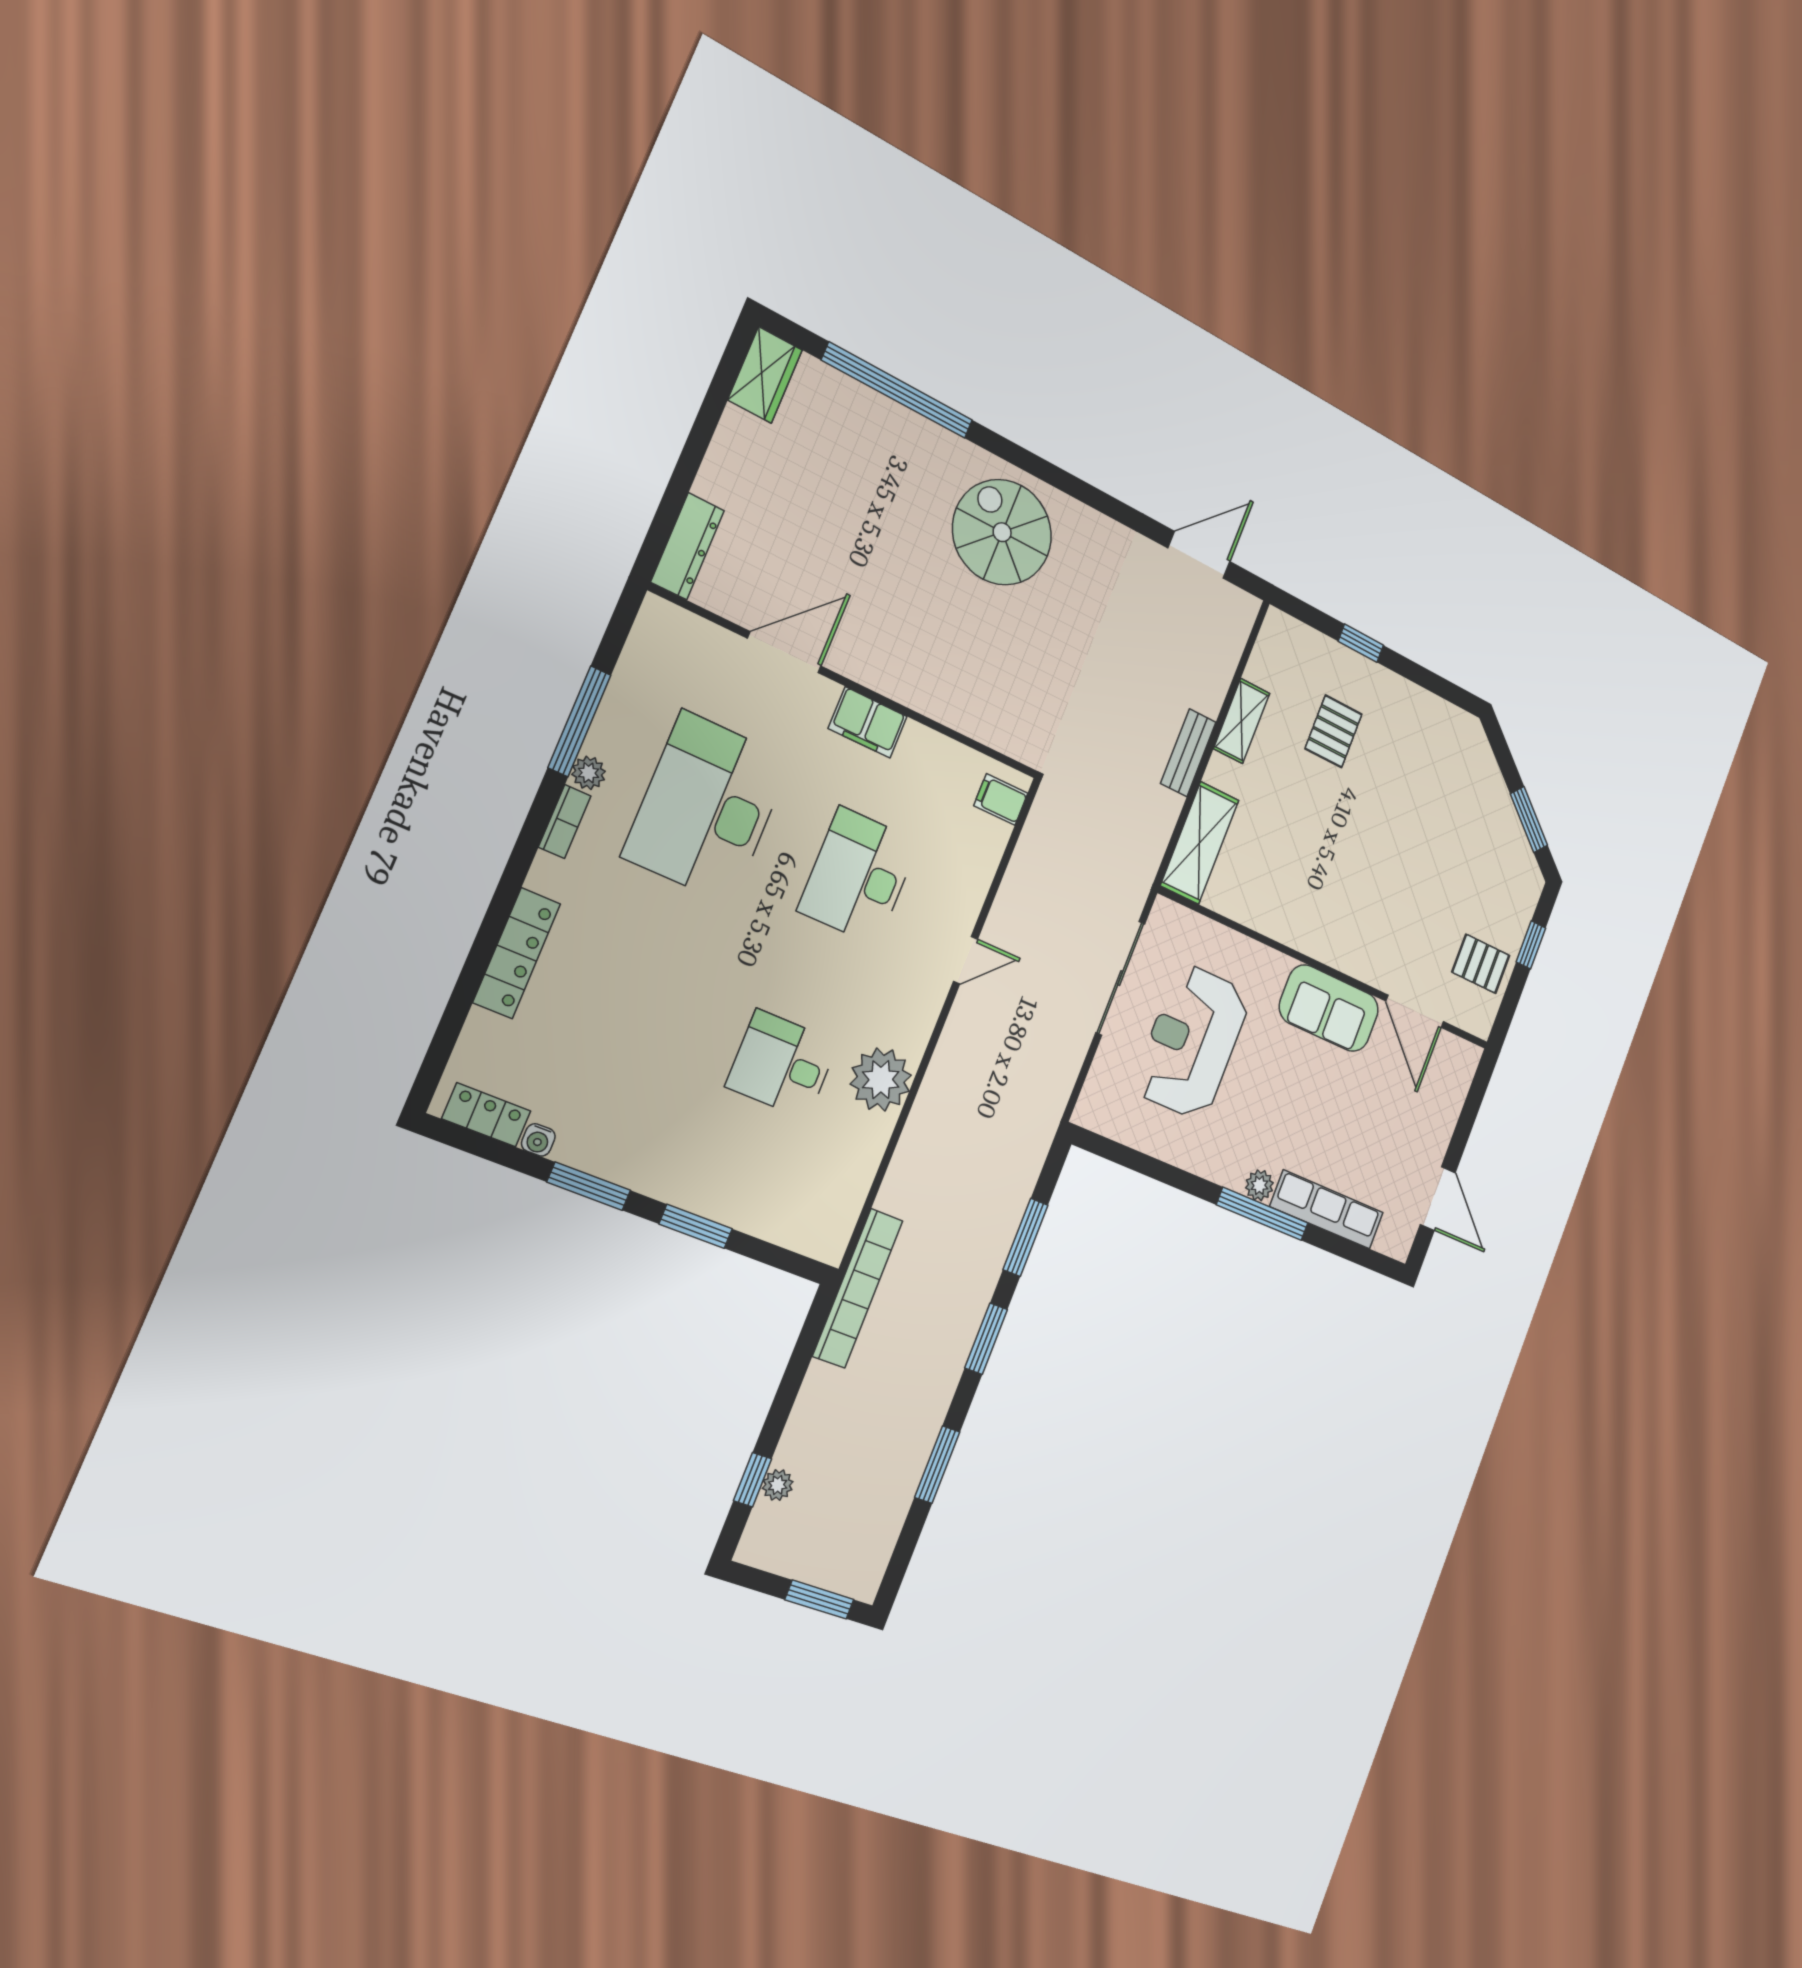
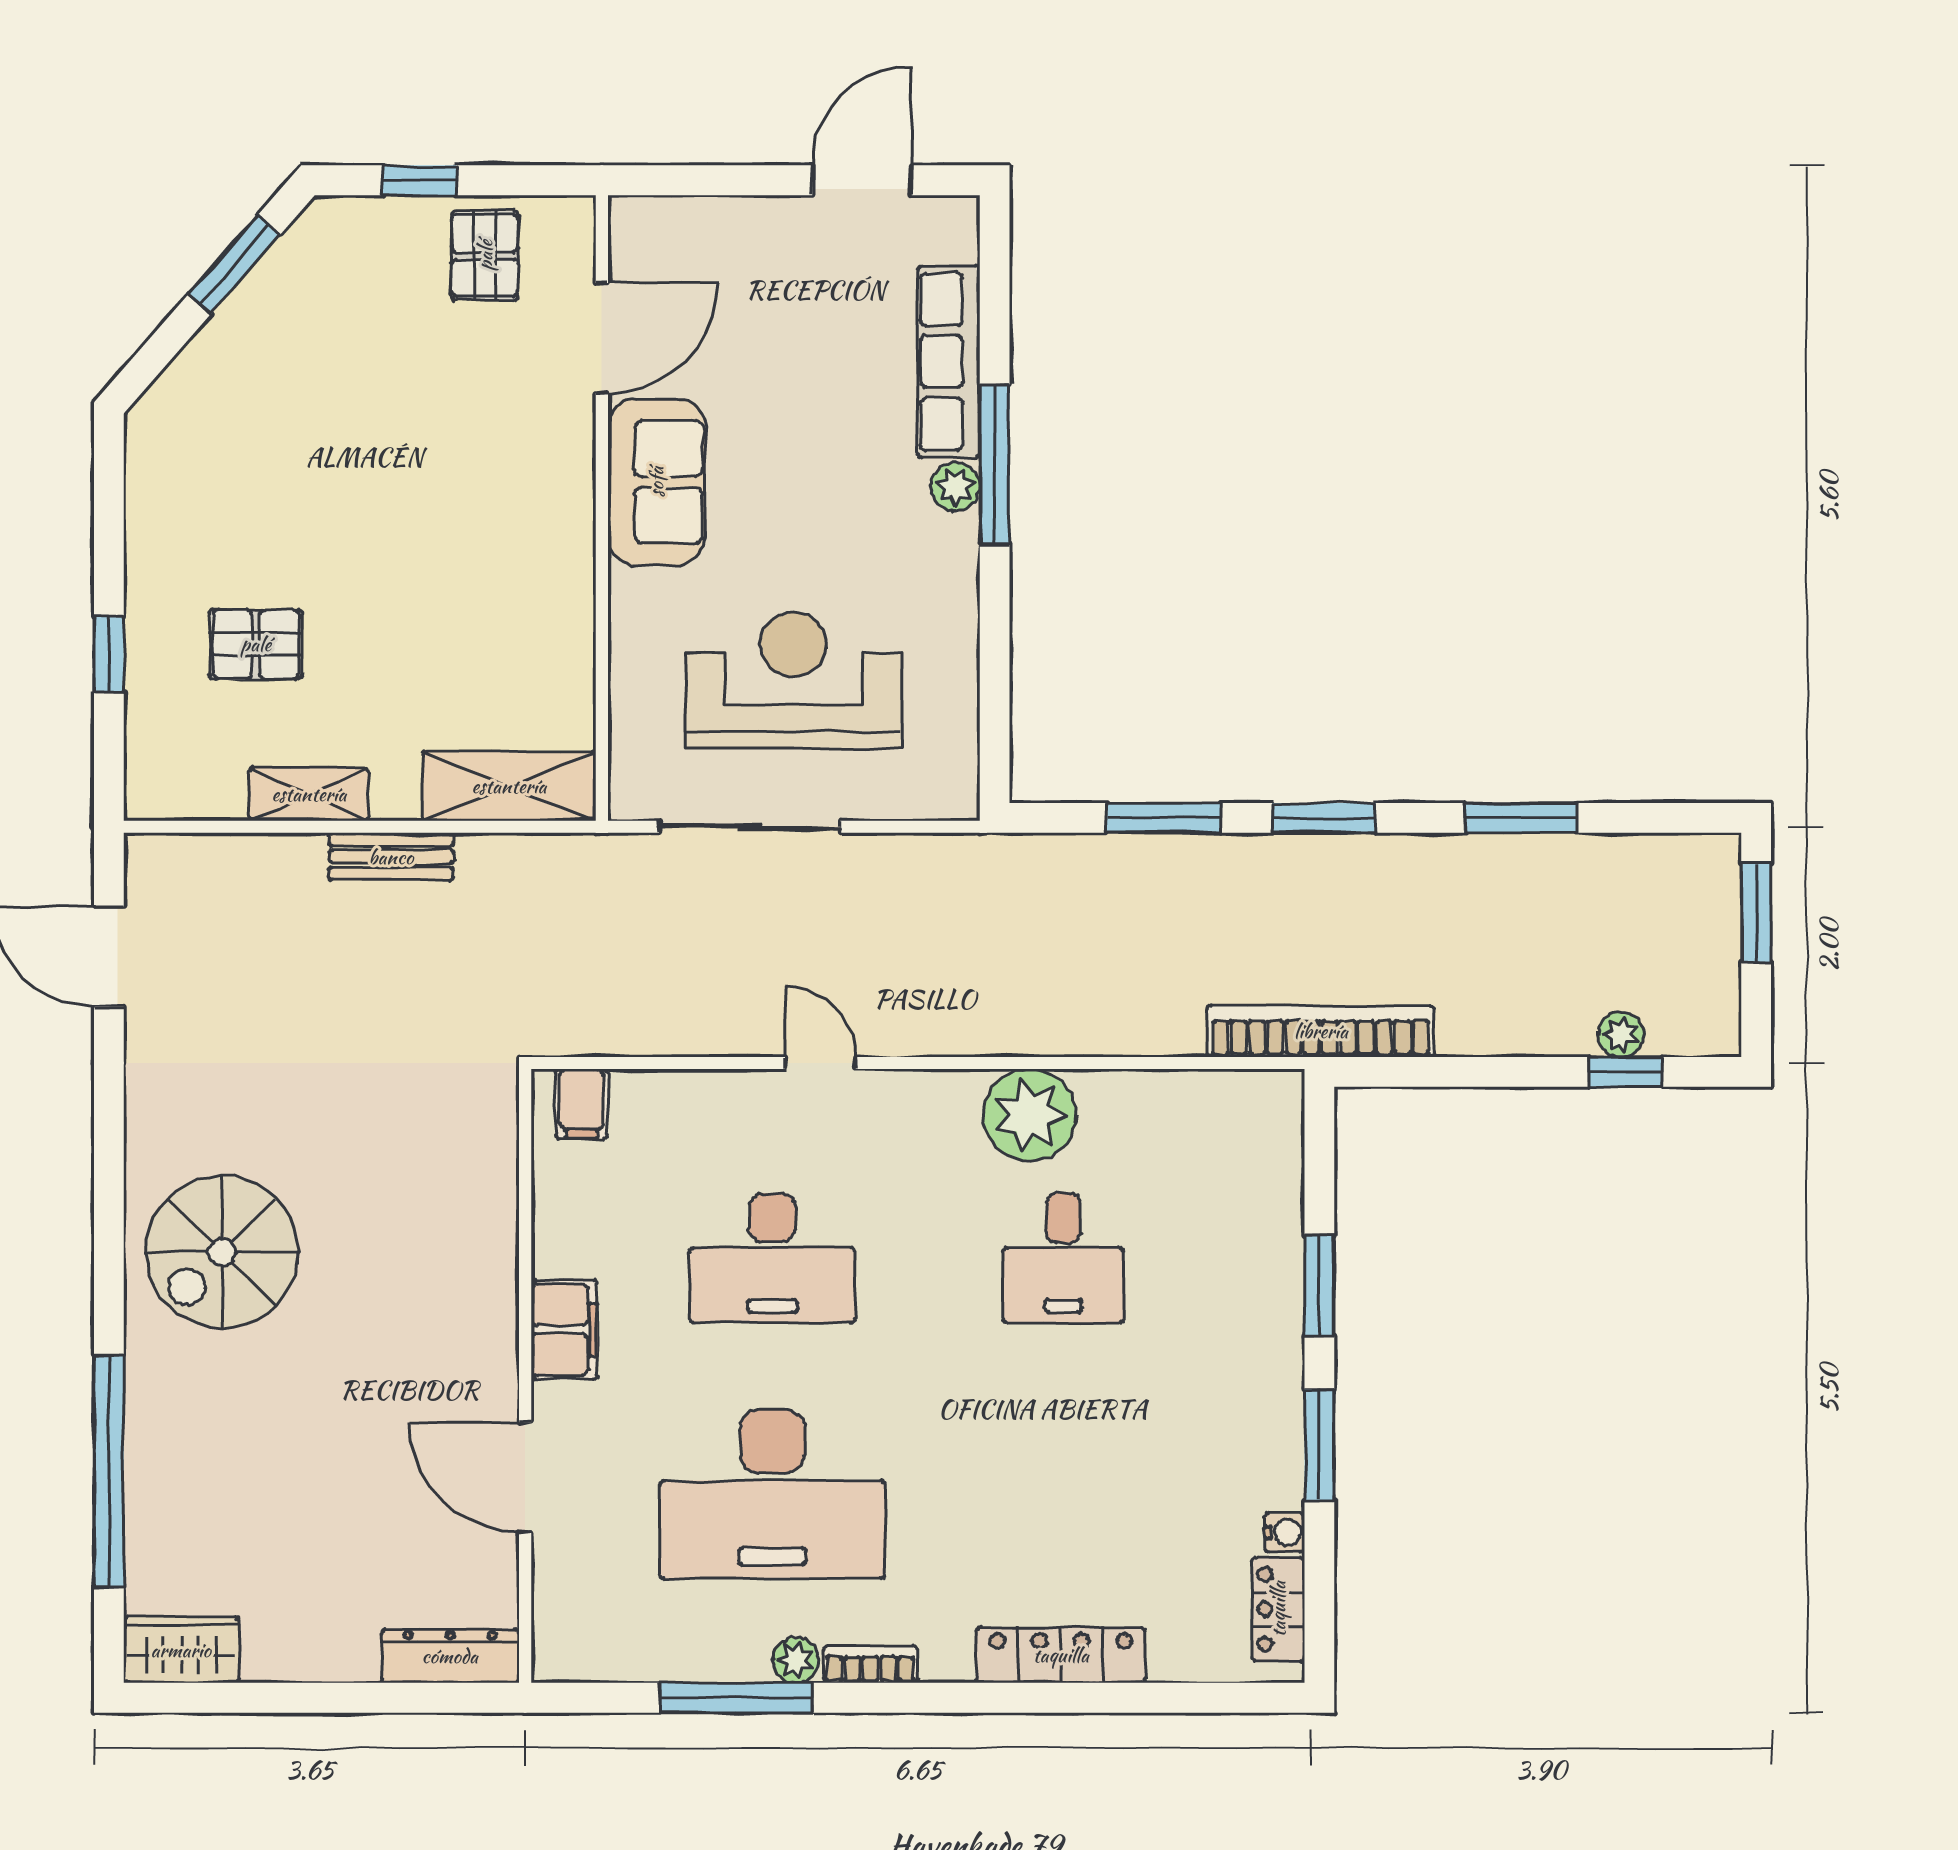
reception desk: (1192, 1042) -> (793, 680), turned 180

